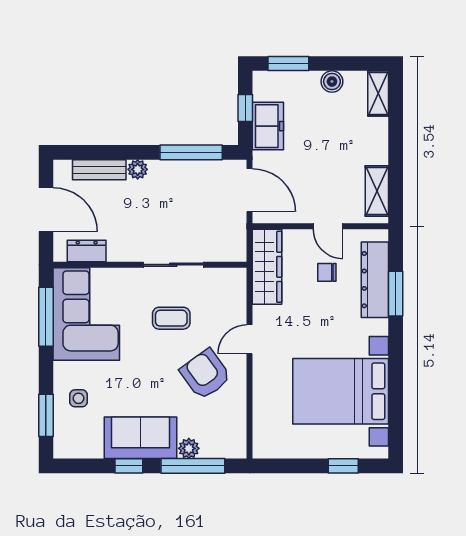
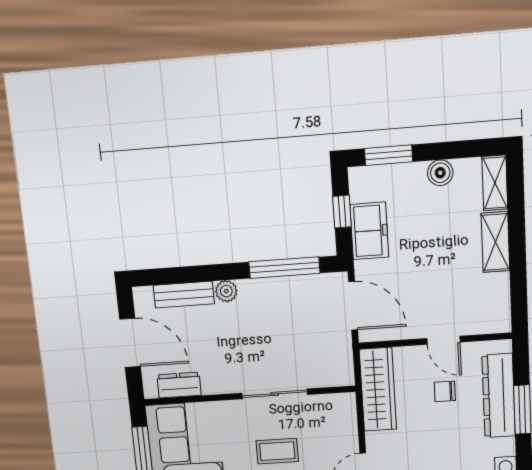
shelving: (377, 191) -> (495, 242), moved

